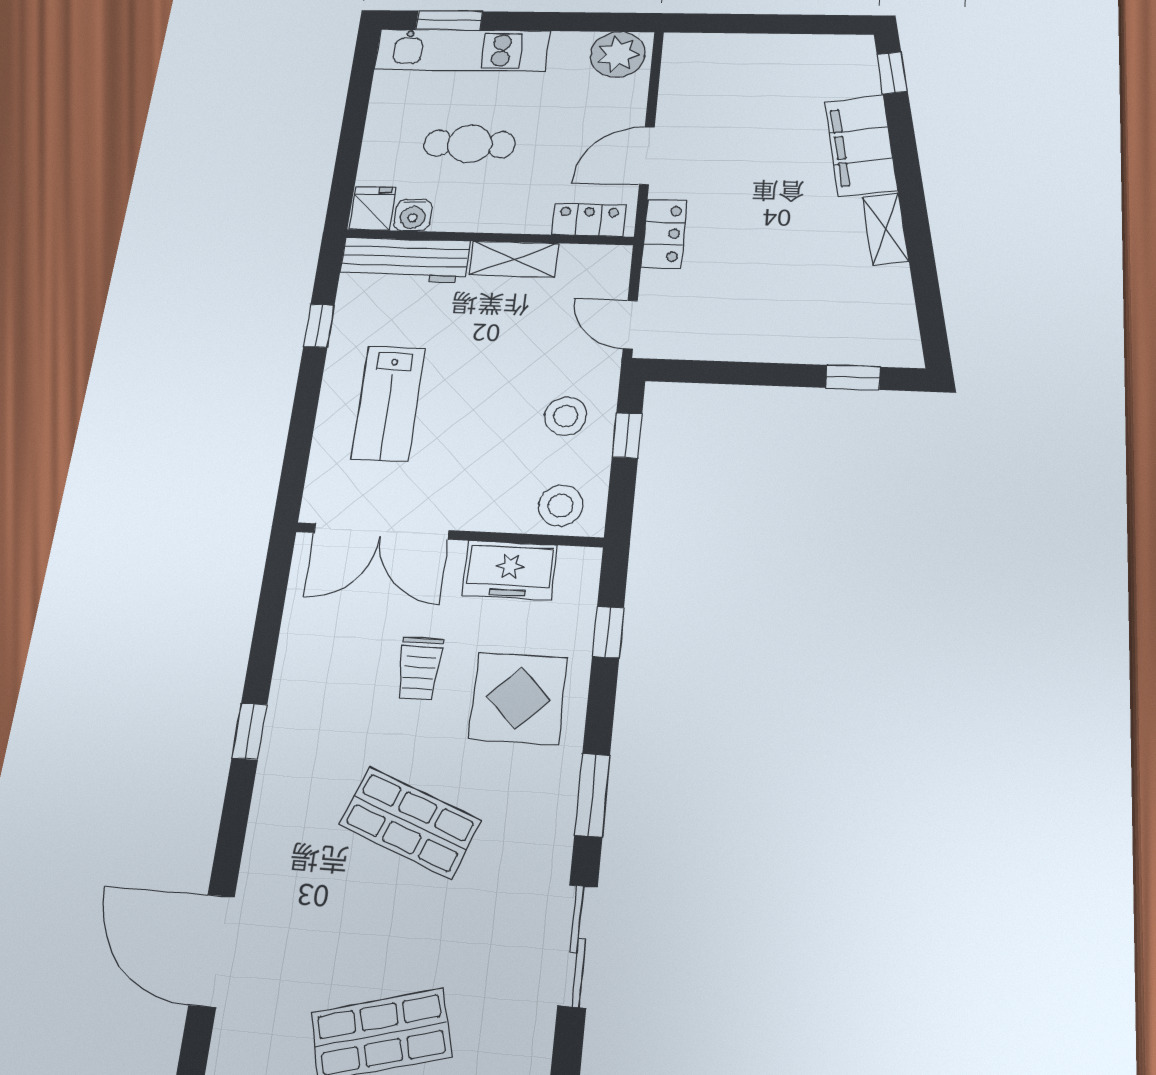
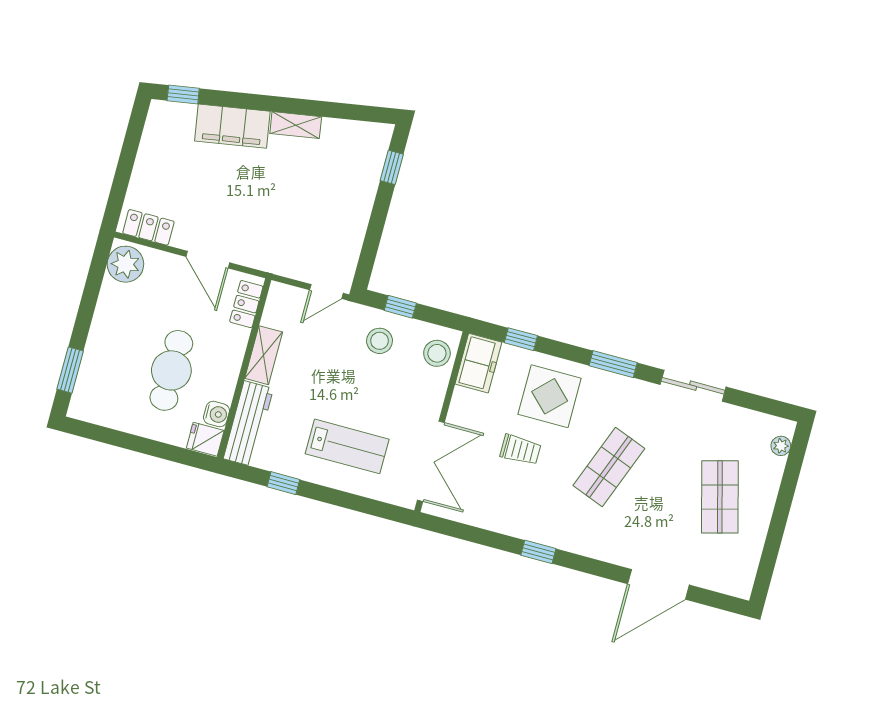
kitchen unit: (462, 50) -> (96, 365), removed
cafe table: (470, 144) -> (171, 370), width x1.37, depth x1.35
locker: (664, 233) -> (148, 227), moved
freezer: (510, 570) -> (478, 363), moved

